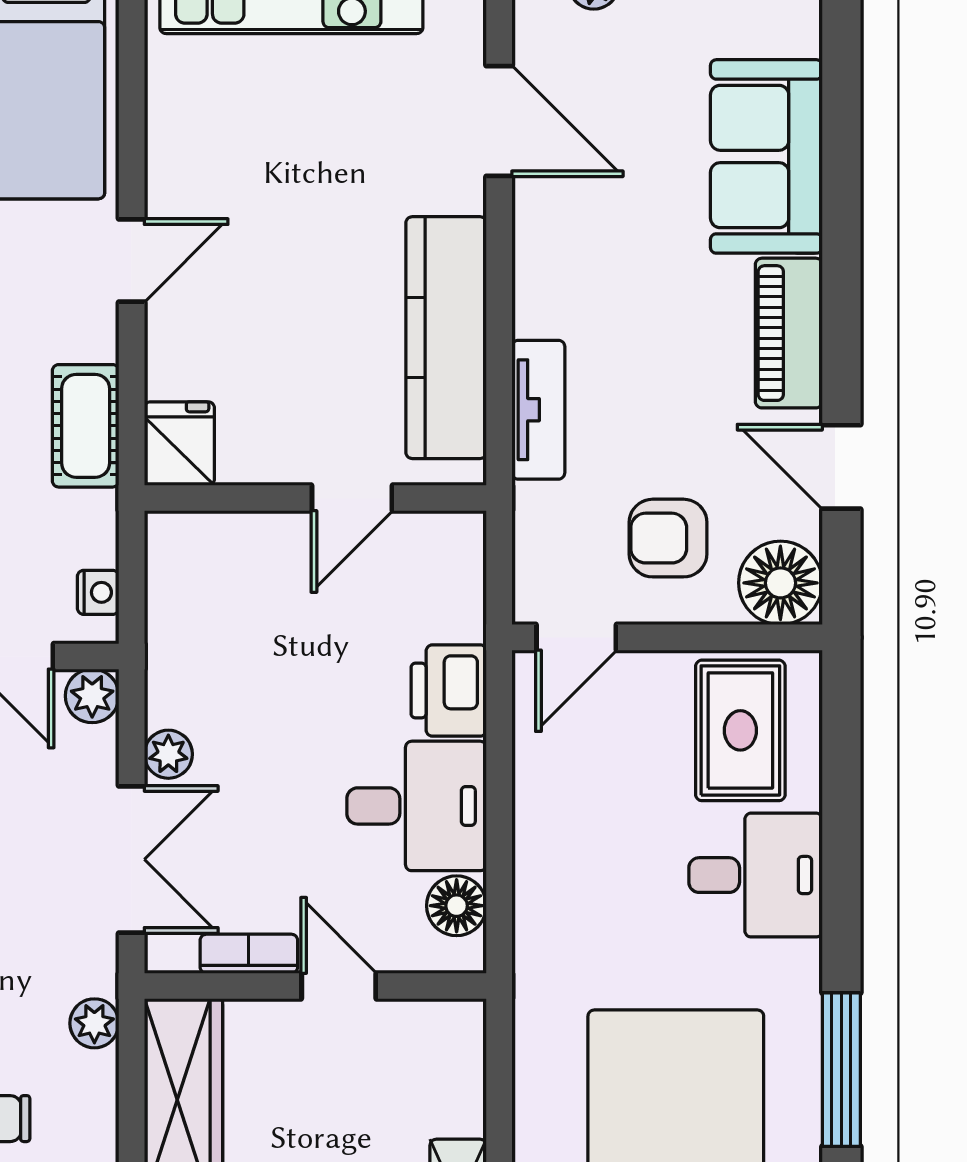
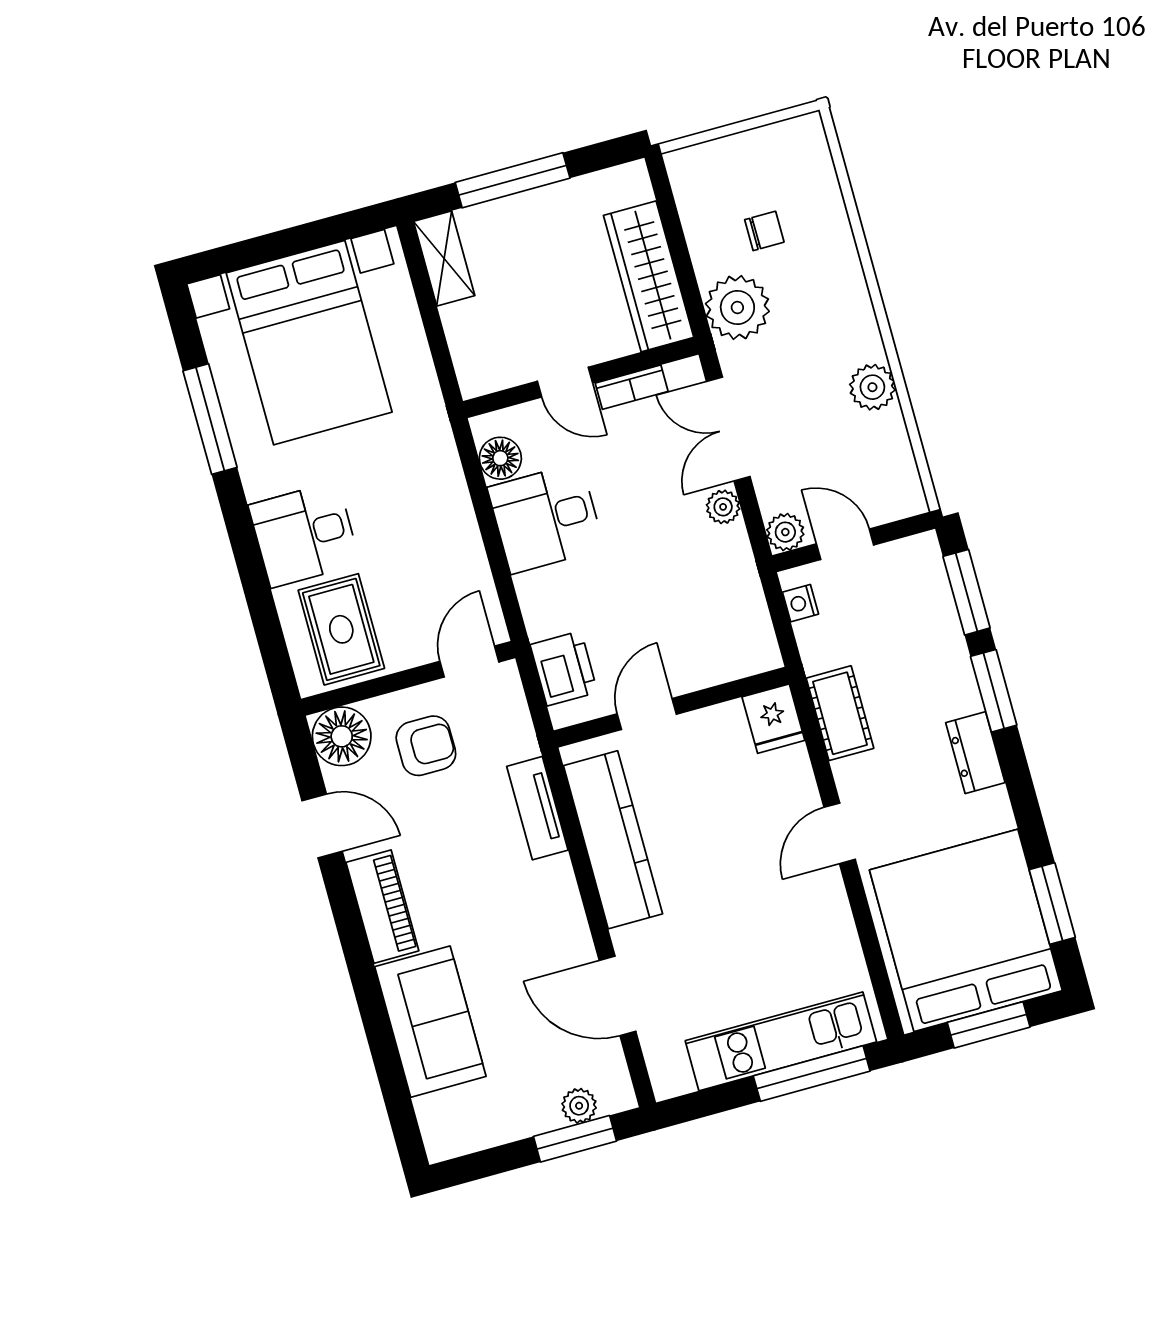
printer: (449, 691) -> (564, 668), moved
plant: (94, 1023) -> (737, 307), width x1.88, depth x1.88

